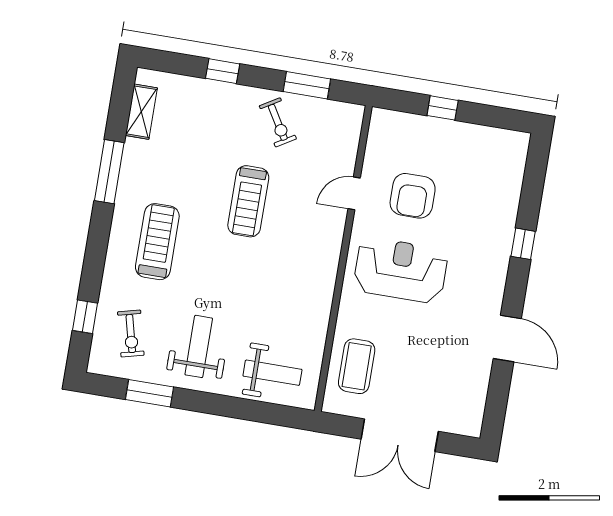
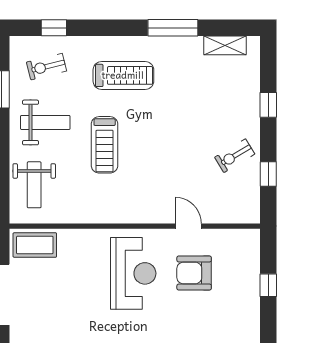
window: (307, 85) -> (268, 174), width x0.67
treadmill: (248, 201) -> (105, 145), moved, turned -90
coffee table: (357, 366) -> (35, 245), moved

